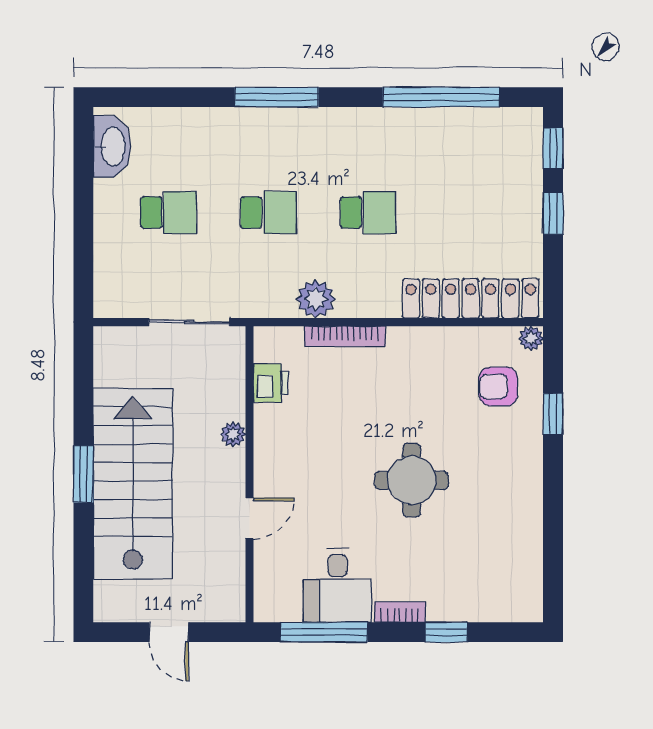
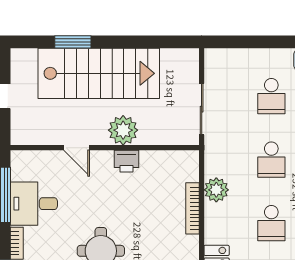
printer: (271, 383) -> (127, 161), moved
plant: (233, 434) -> (123, 130), width x1.88, depth x1.88
window: (83, 474) -> (73, 42), moved

